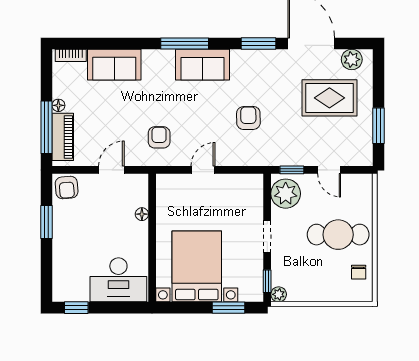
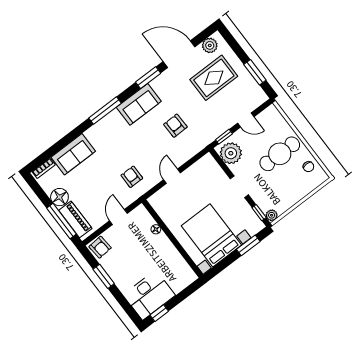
sofa: (202, 65) -> (139, 104), moved
floor lamp: (58, 105) -> (59, 197), width x1.89, depth x1.89
desk: (118, 280) -> (149, 295), moved

